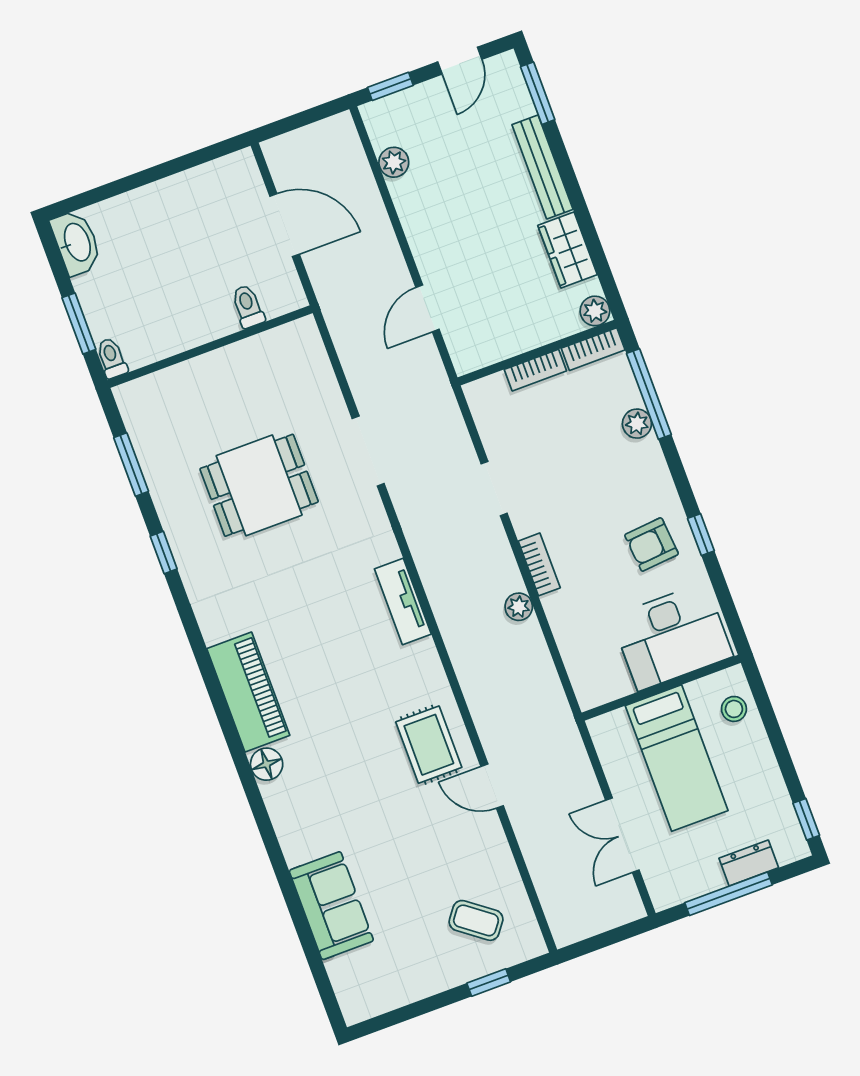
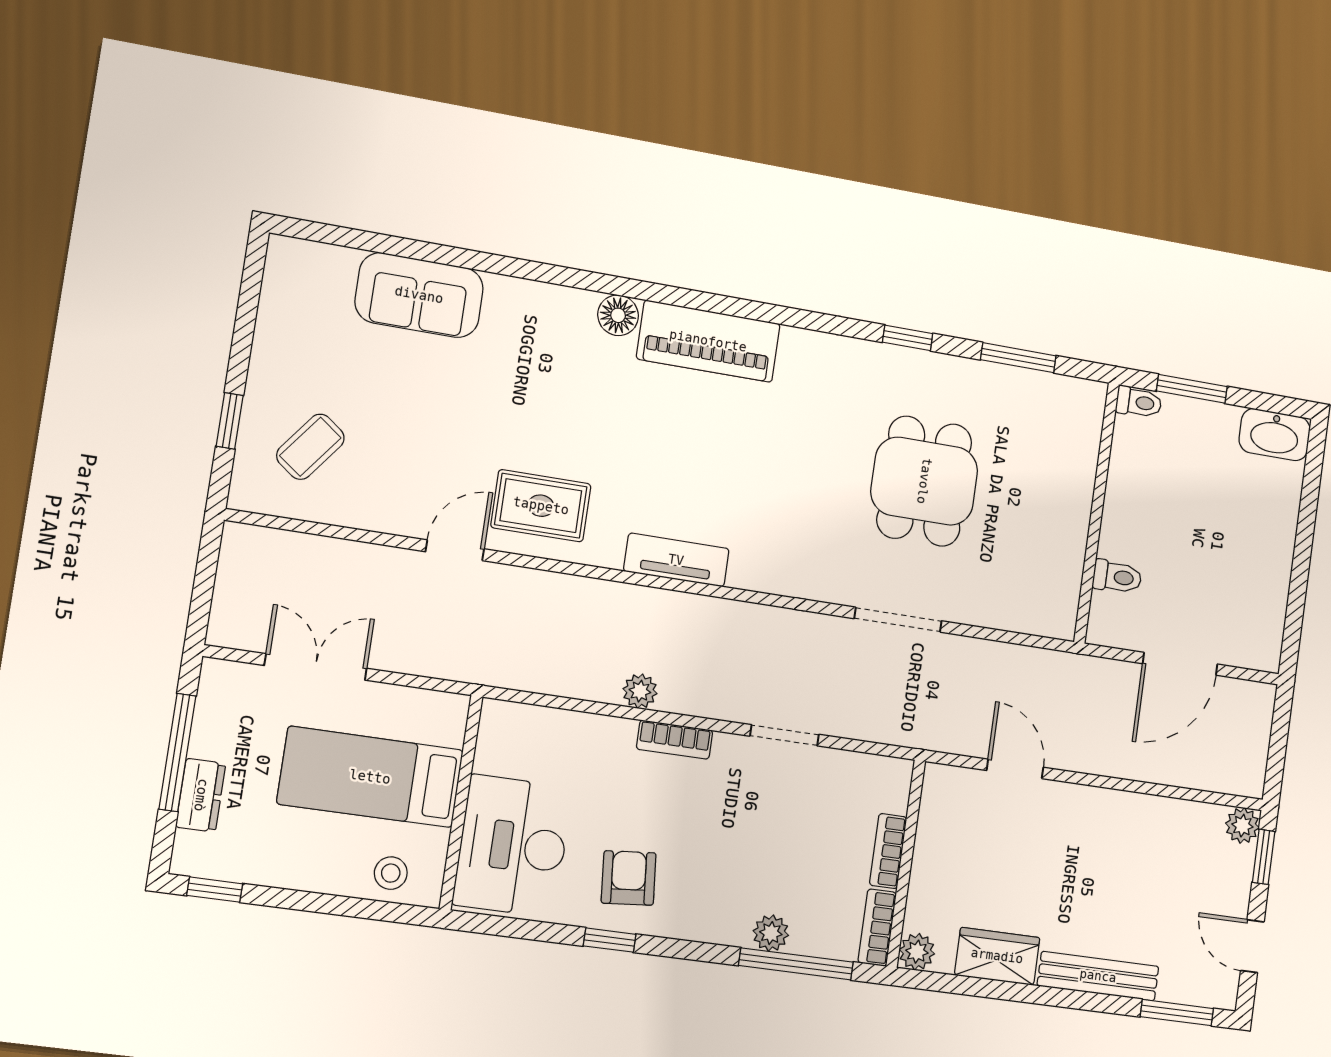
plant: (394, 162) -> (1242, 826), moved
tv unit: (403, 601) -> (676, 560), moved

